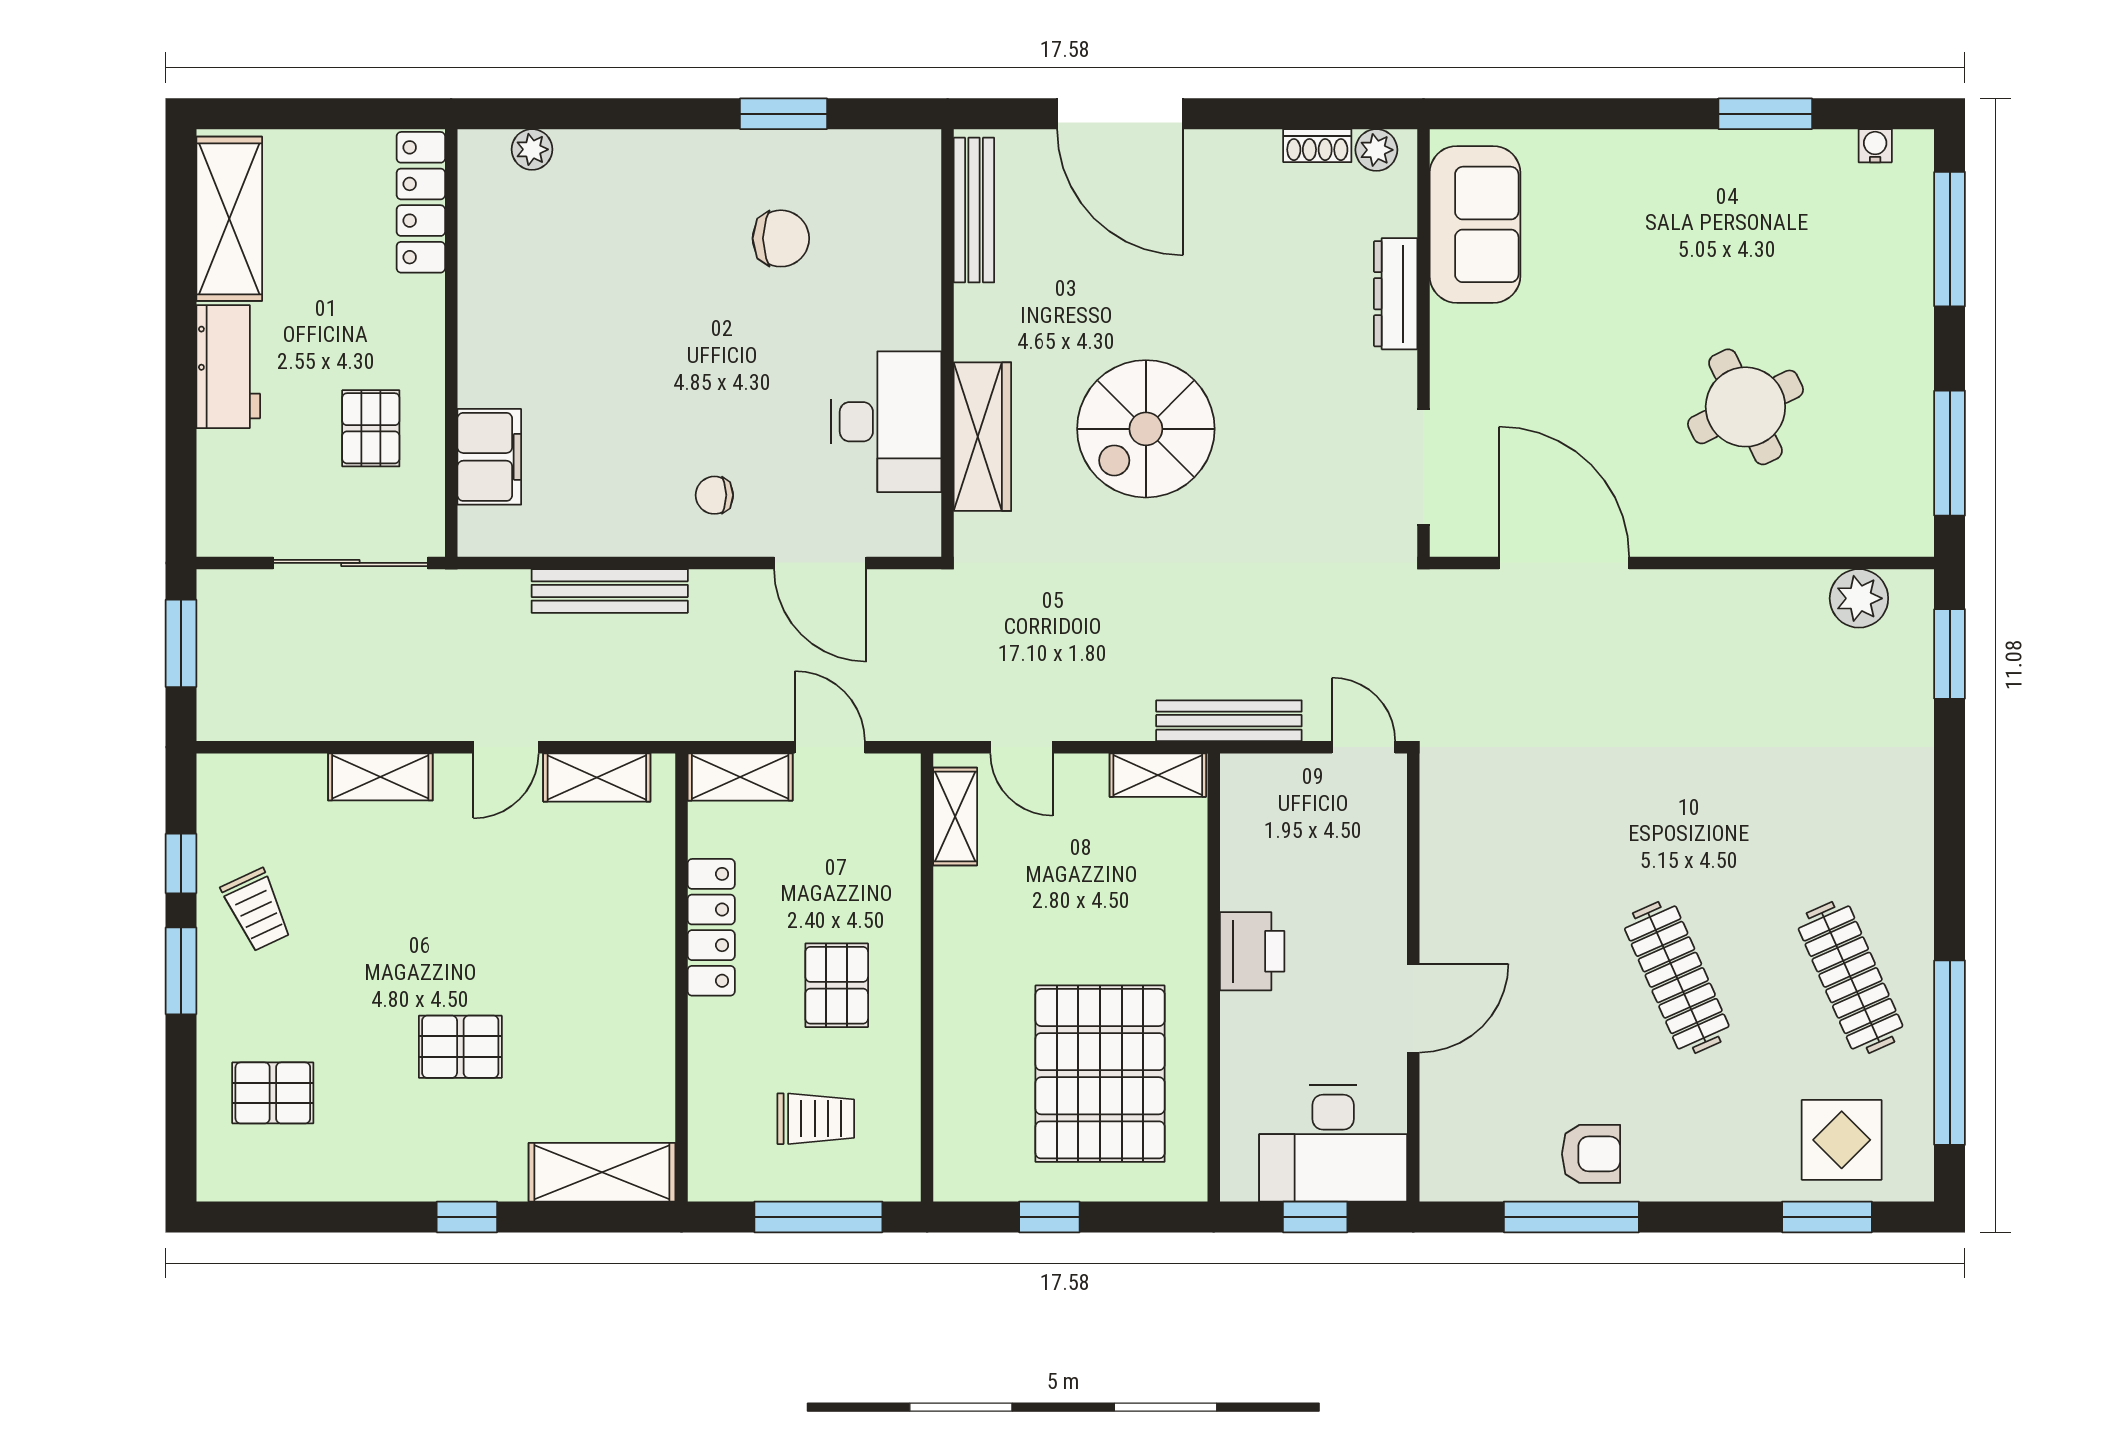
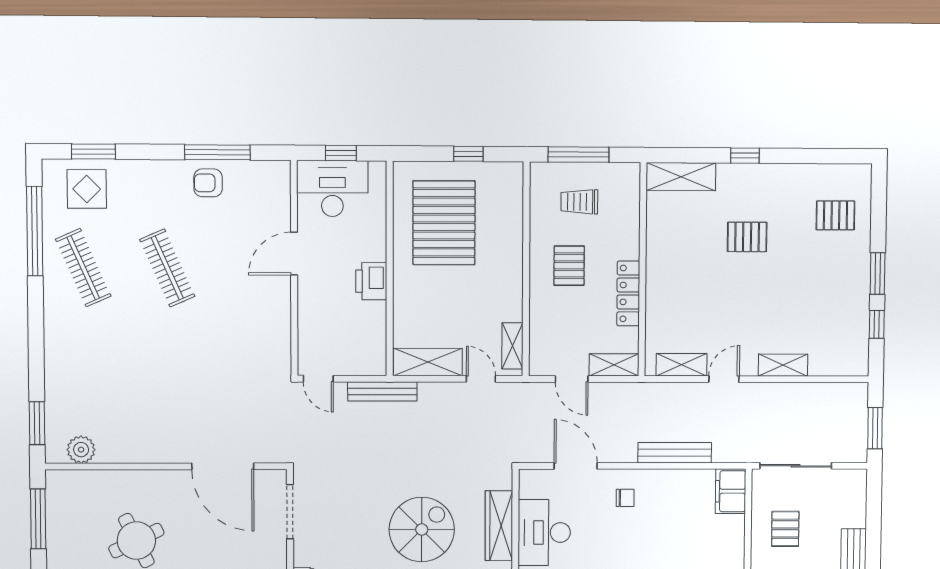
filing cabinet: (489, 457) -> (731, 491), moved
shelving: (1158, 775) -> (428, 362), width x1.50, depth x1.33
trolley: (257, 910) -> (842, 302), removed

